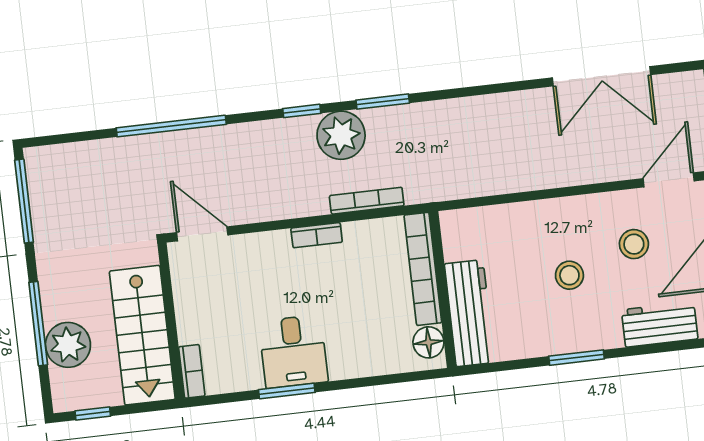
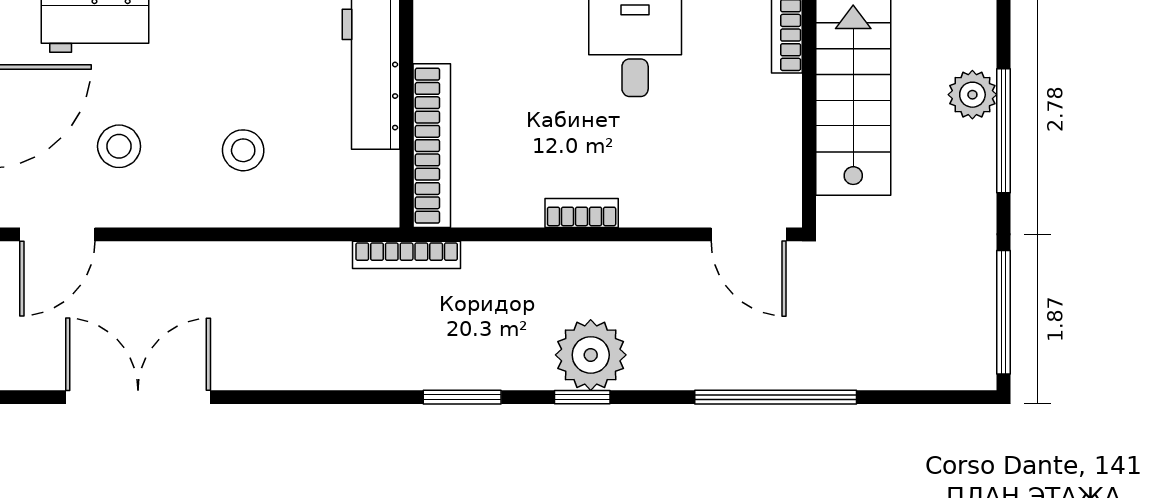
plant: (341, 135) -> (591, 355), moved
bookcase: (367, 201) -> (407, 255), moved
stool: (569, 275) -> (243, 150), moved
floor lamp: (428, 342) -> (436, 37), removed
plant: (68, 345) -> (972, 95), width x0.73, depth x0.73

